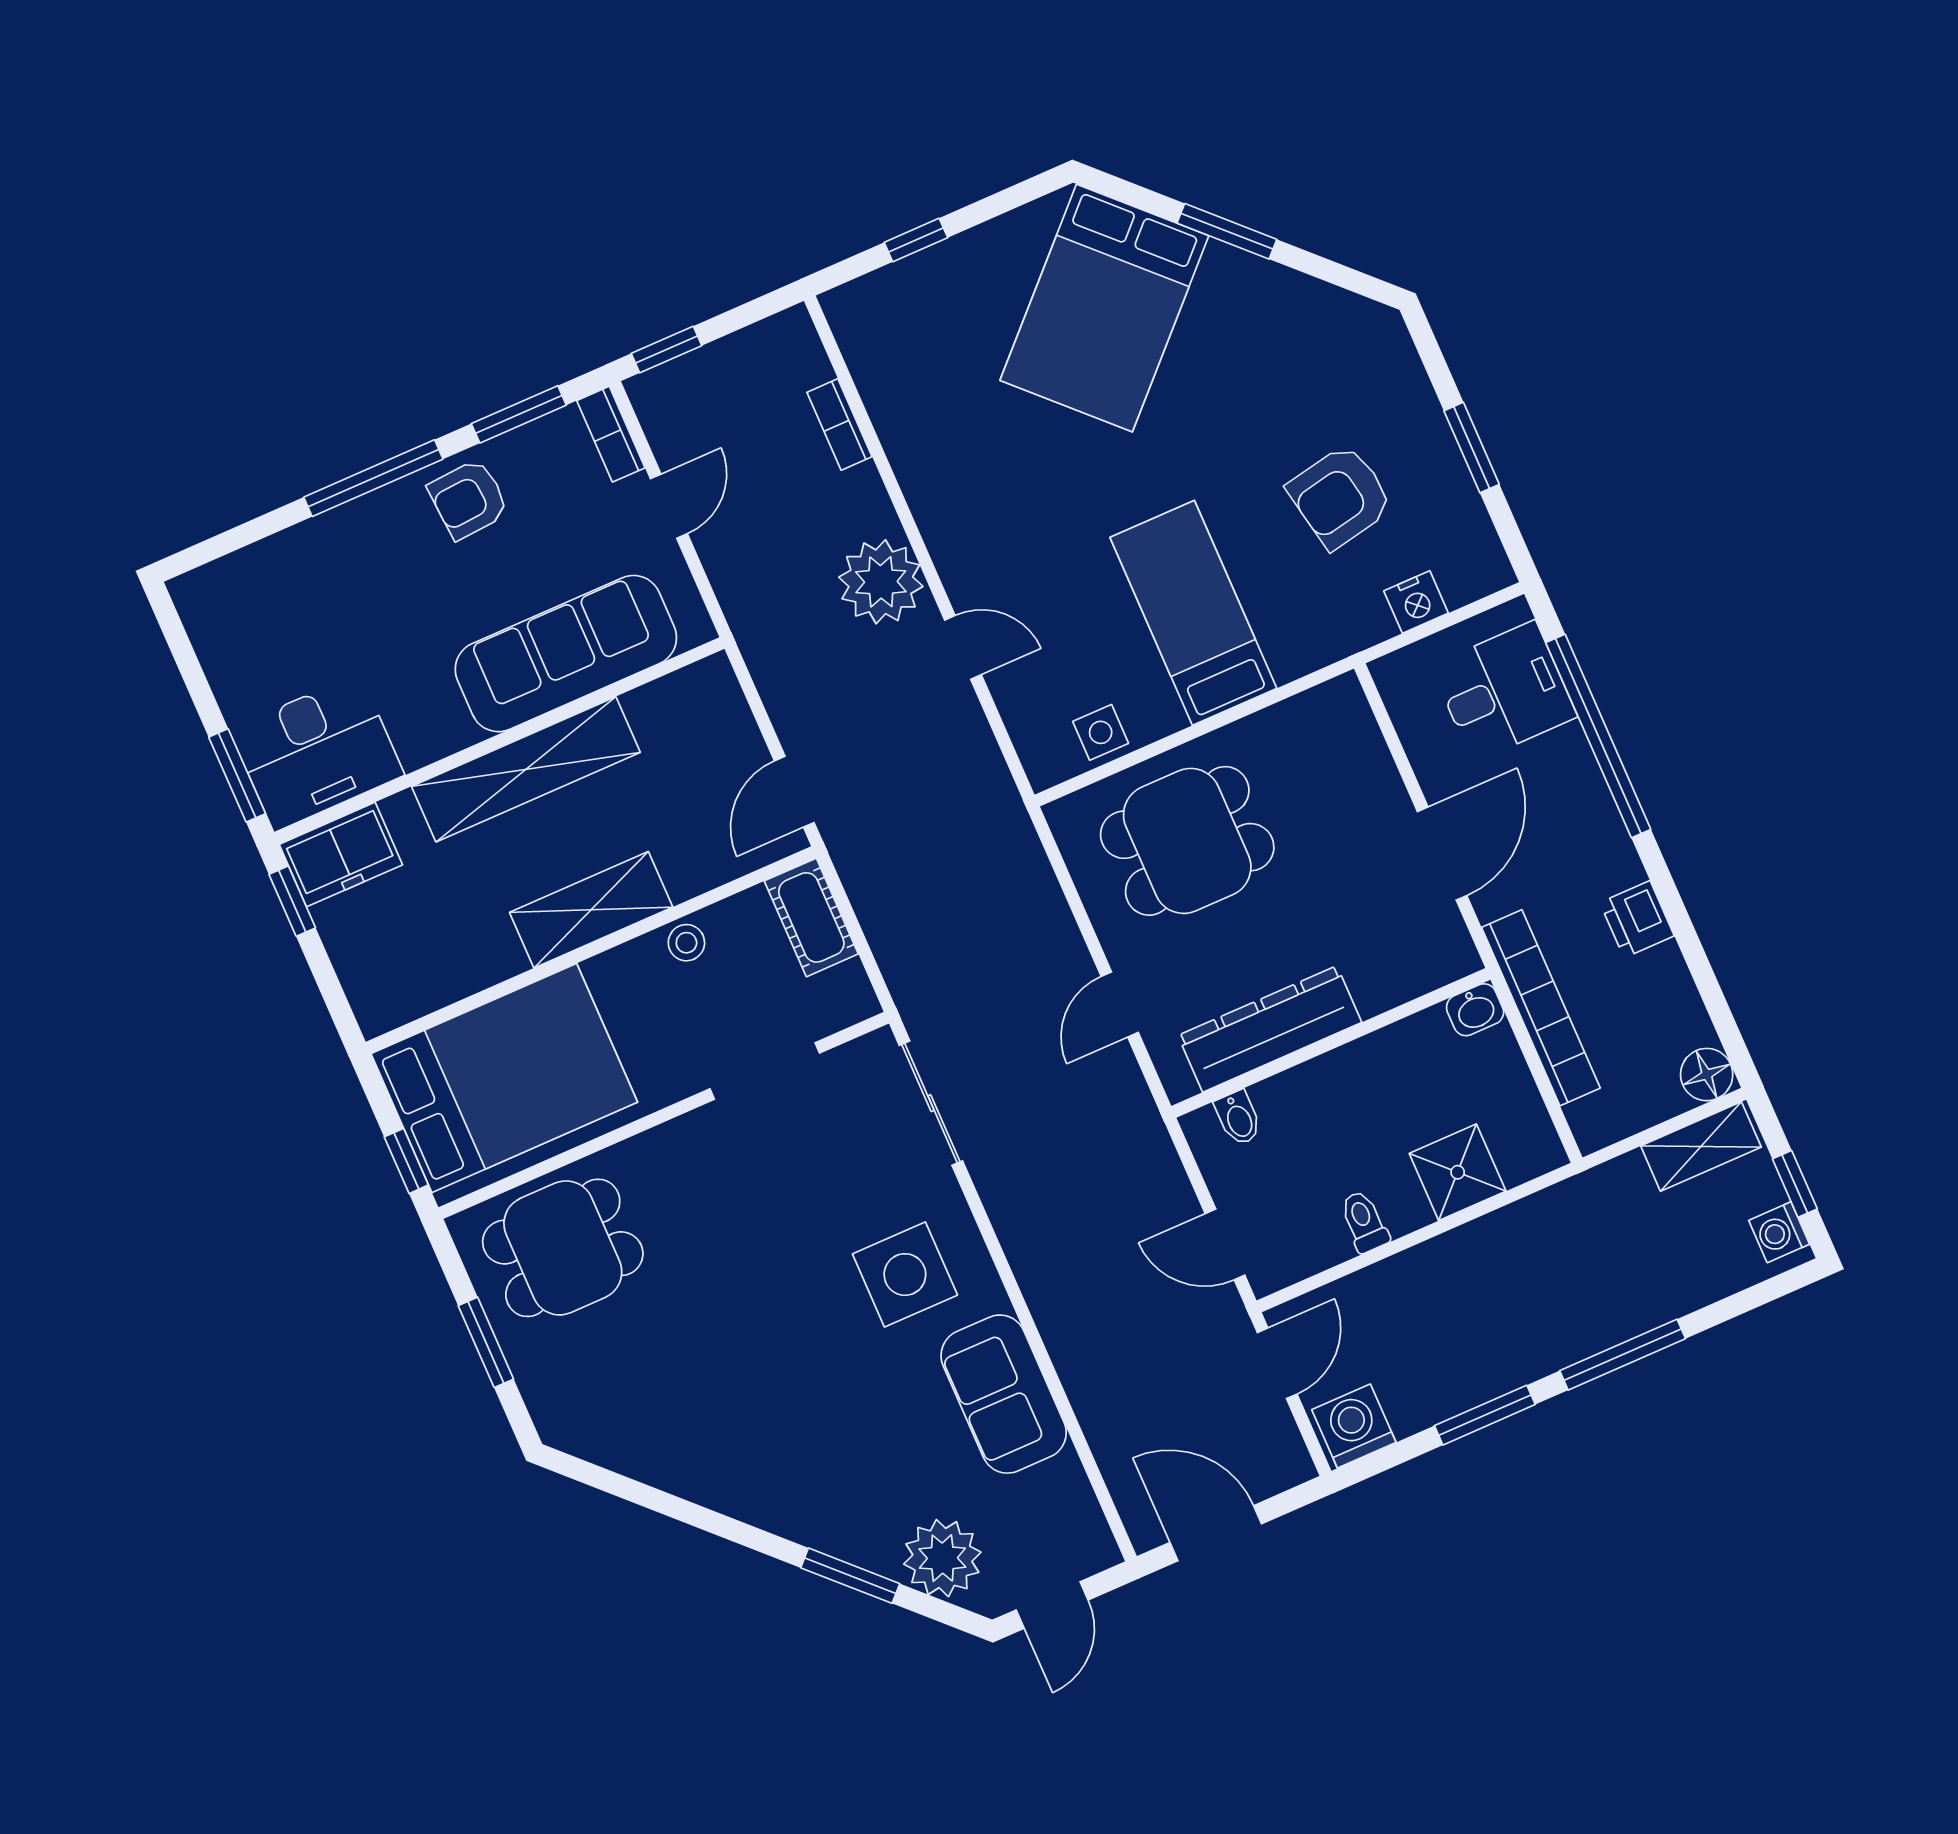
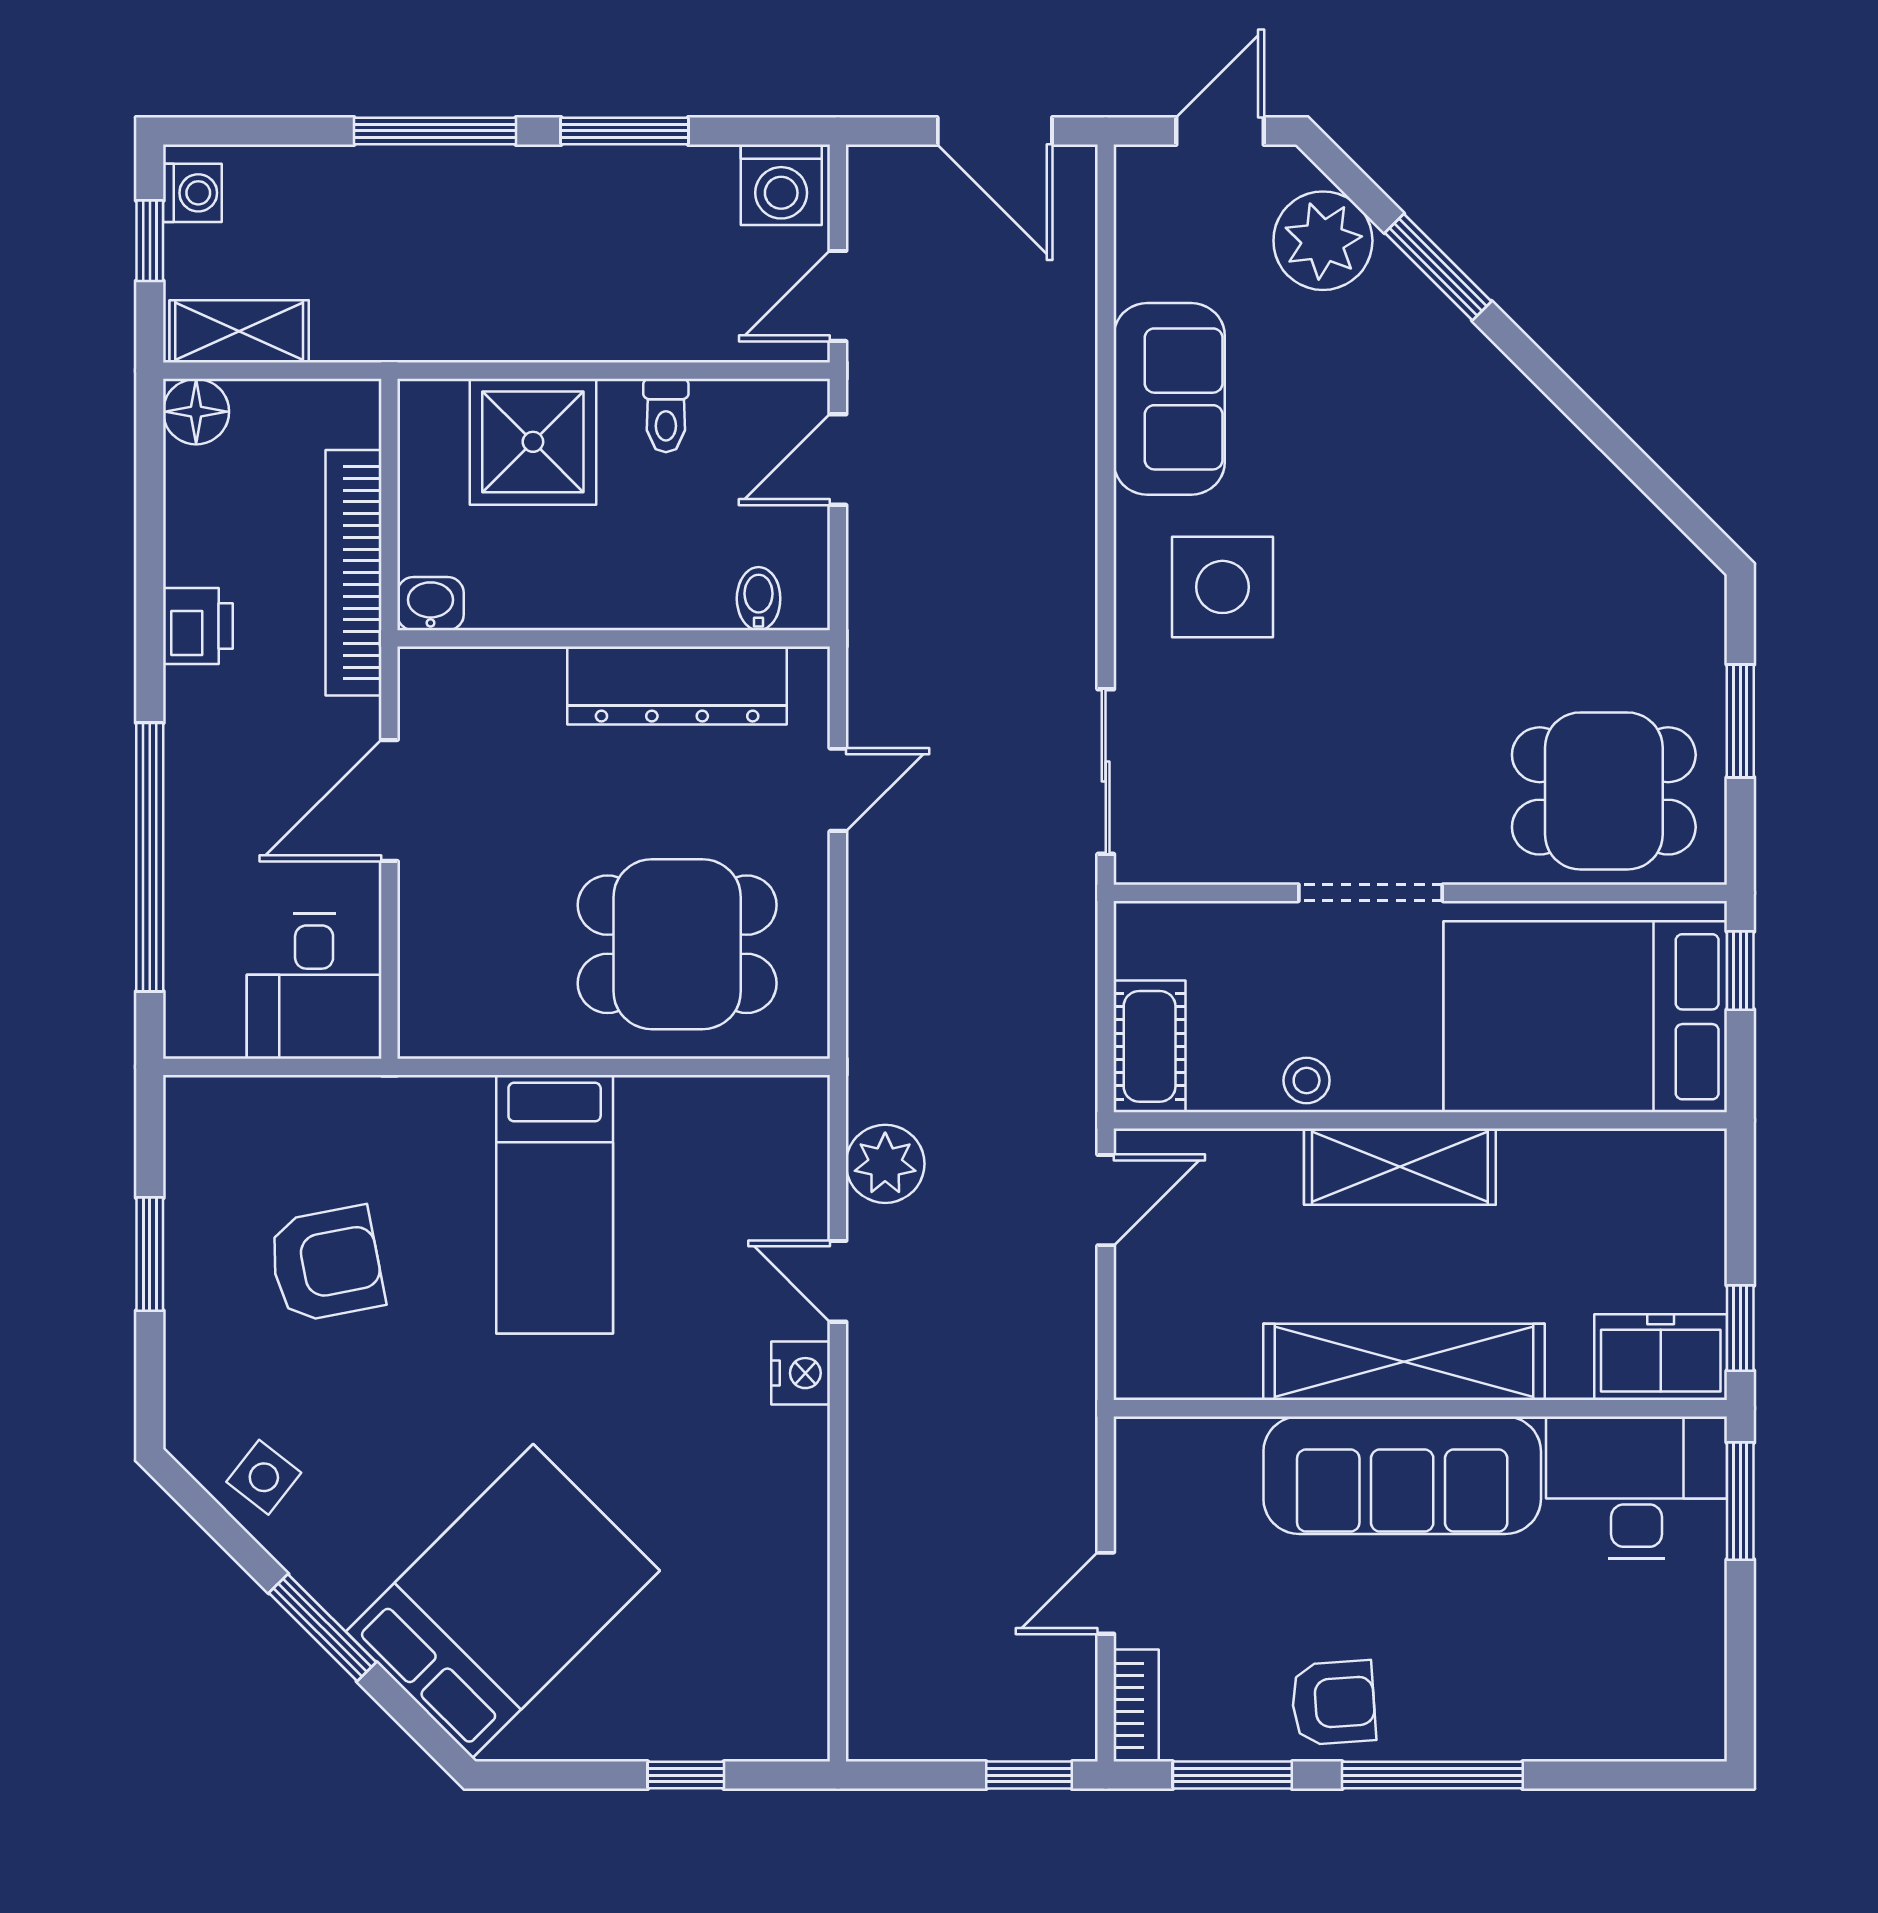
bookcase: (839, 424) -> (867, 1601), removed
plant: (881, 582) -> (885, 1164), moved, width x0.73, depth x0.73
nightstand: (1416, 602) -> (801, 1373), moved, turned 90
sofa: (566, 654) -> (1402, 1475), moved
desk: (1504, 691) -> (314, 986), moved, turned -90
side table: (1101, 732) -> (264, 1477), moved, turned 38
doorway: (765, 1071) -> (1371, 893), moved
shower: (1458, 1172) -> (533, 442), width x1.36, depth x1.36
door: (1225, 1244) -> (838, 460), swing flipped

